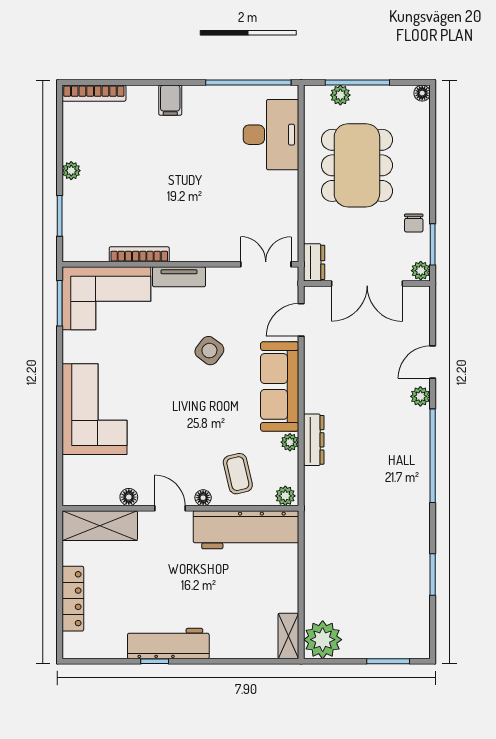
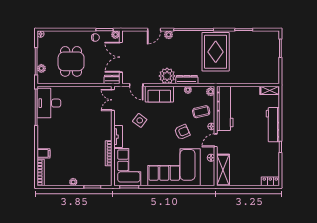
filing cabinet: (170, 100) -> (44, 153), moved
desk: (271, 135) -> (49, 103), moved, turned -90
dining table: (357, 165) -> (71, 61), width x0.73
double door: (367, 283) -> (121, 57), swing flipped
side table: (209, 351) -> (140, 120), moved
door: (433, 362) -> (154, 30), hinge flipped
sofa: (280, 386) -> (159, 94), width x0.73
corner sofa: (95, 409) -> (174, 167), width x1.36, depth x1.36
armchair: (190, 429) -> (182, 132), added
rug: (380, 508) -> (216, 52), added
locker: (73, 599) -> (270, 181), moved, width x0.66
plant: (323, 640) -> (167, 76), moved
workbench: (168, 644) -> (273, 125), moved

